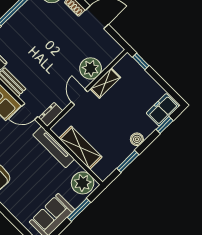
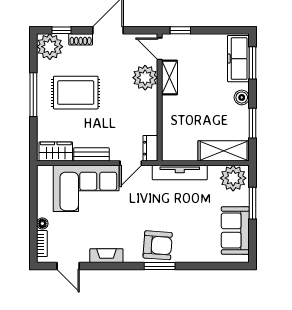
rug: (39, 35) -> (76, 93), added
door: (80, 97) -> (160, 49), moved
freezer: (163, 110) -> (238, 59), width x1.40
window: (165, 125) -> (252, 63), width x1.50
shelving: (80, 148) -> (224, 151), moved

